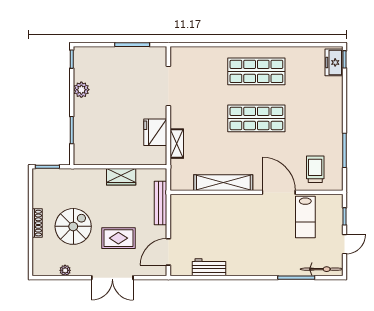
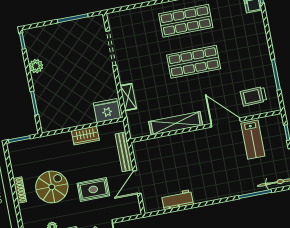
fridge: (155, 132) -> (107, 110), moved, turned 90
trolley: (315, 169) -> (253, 96), turned -92
door: (168, 252) -> (137, 182), moved

